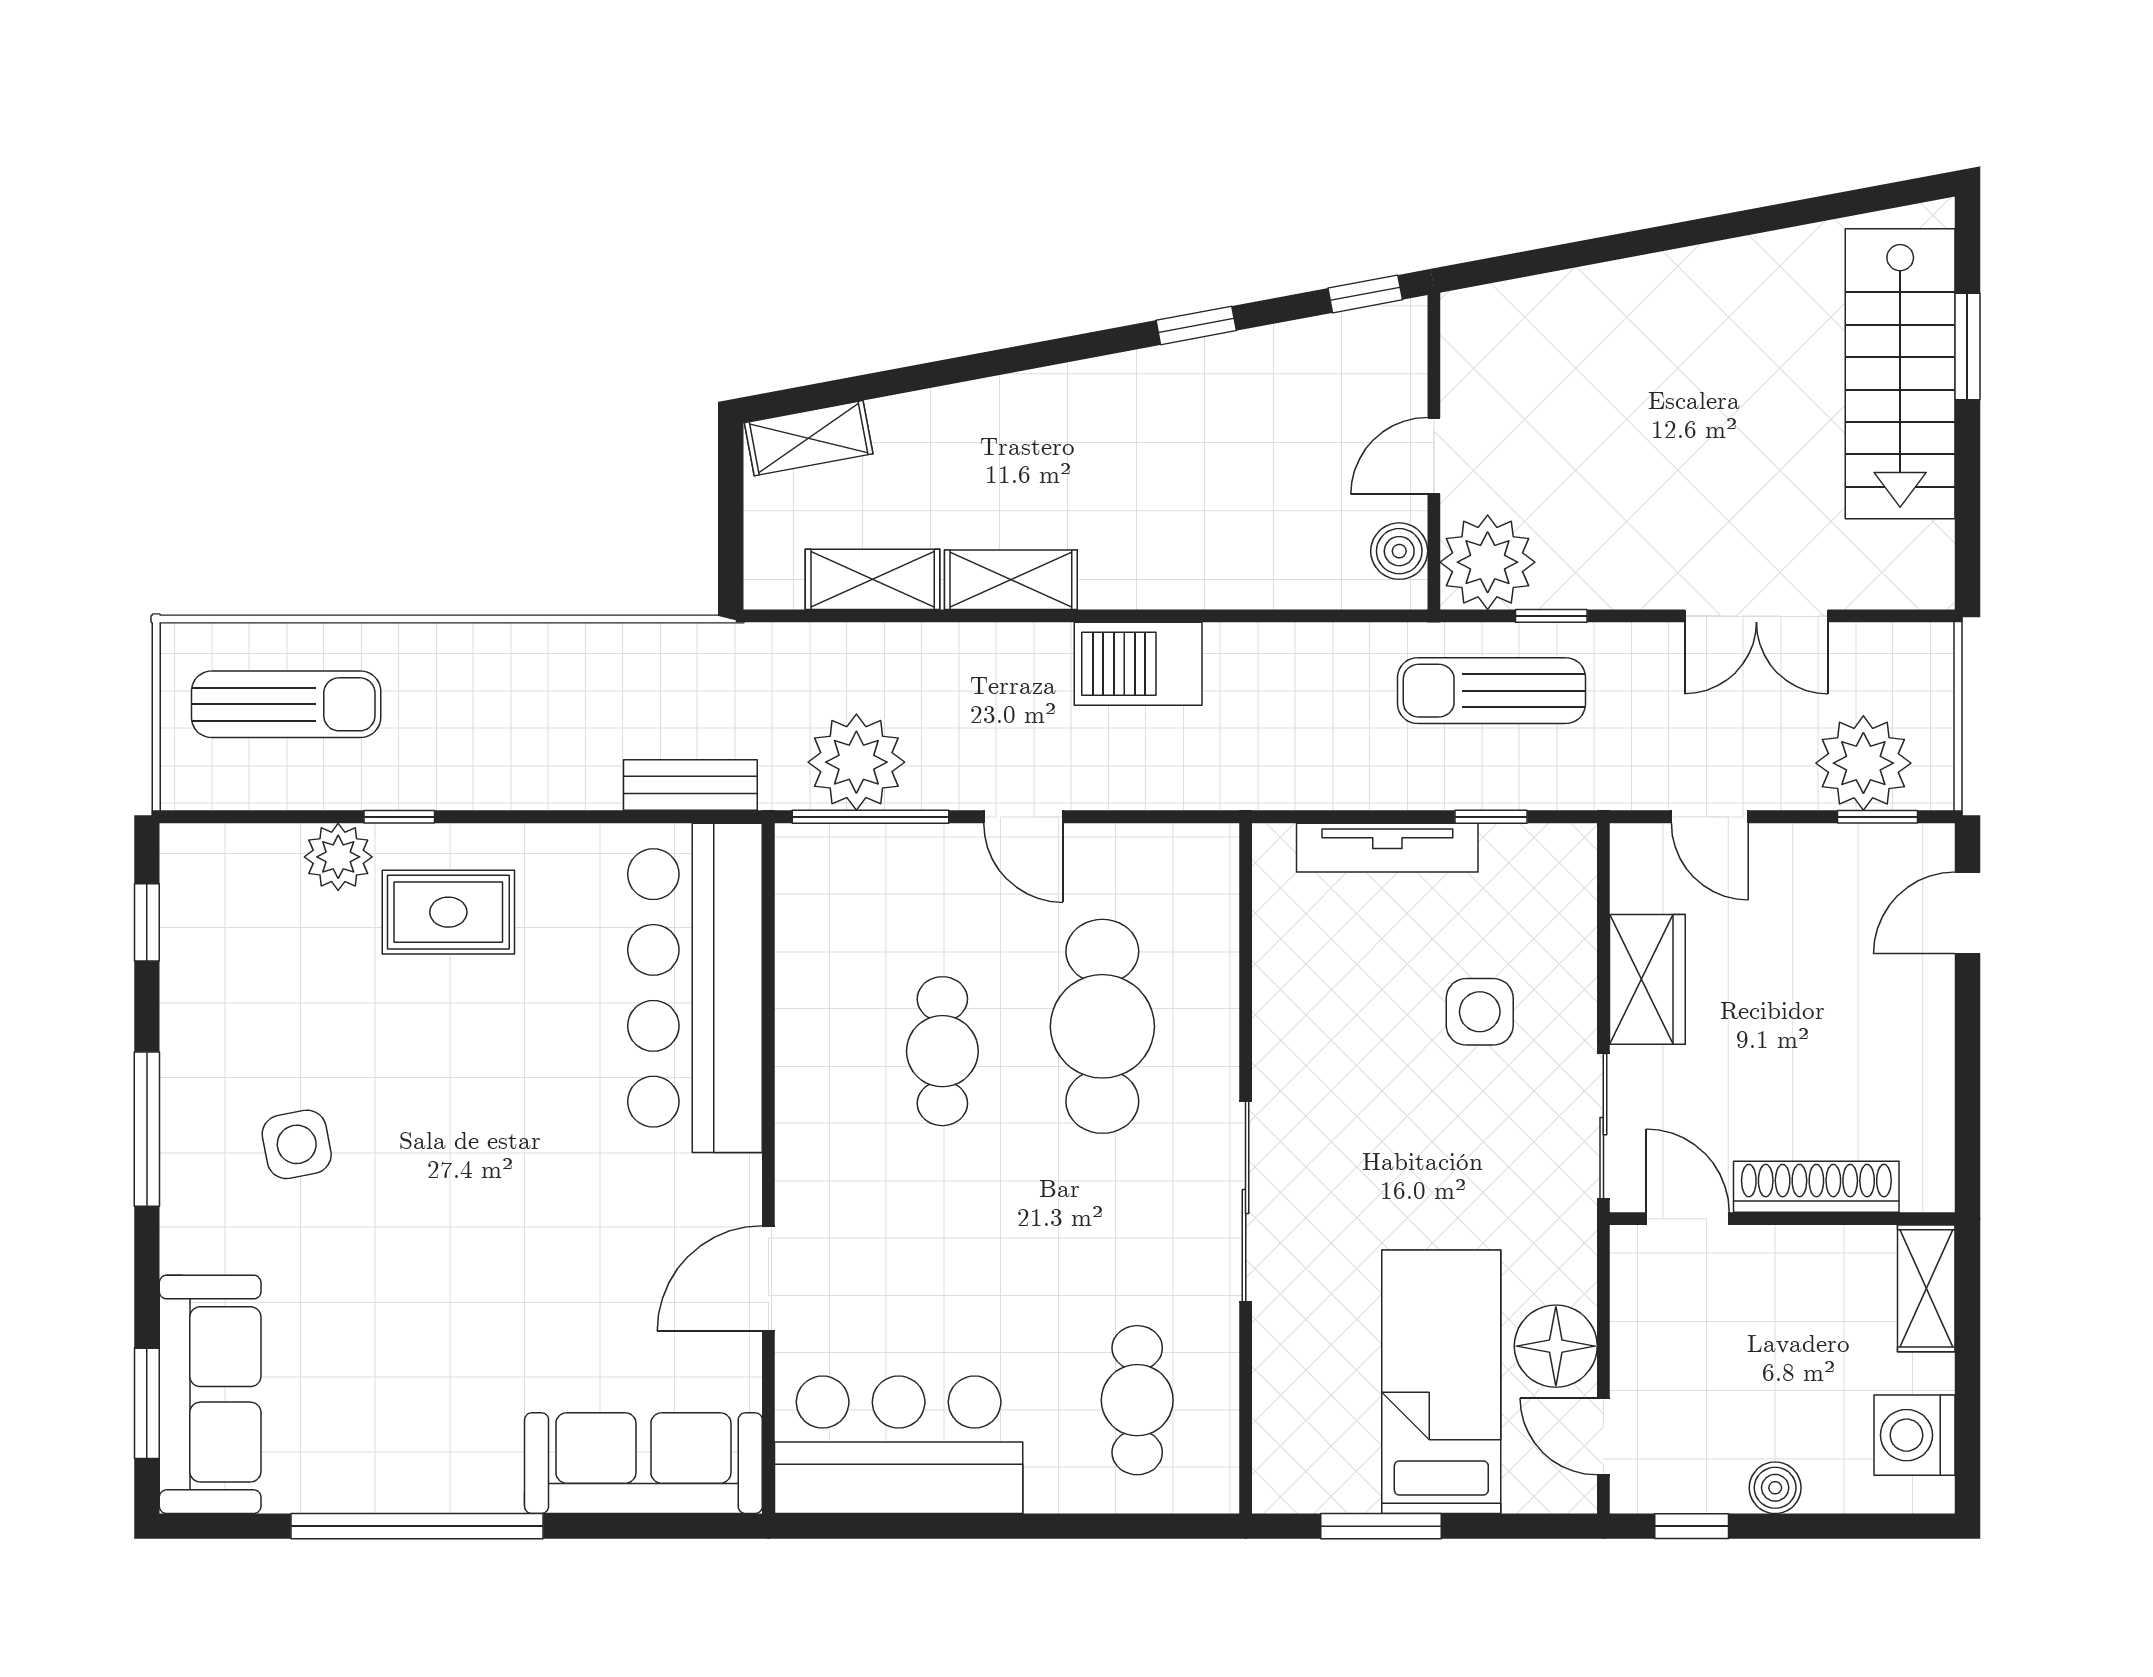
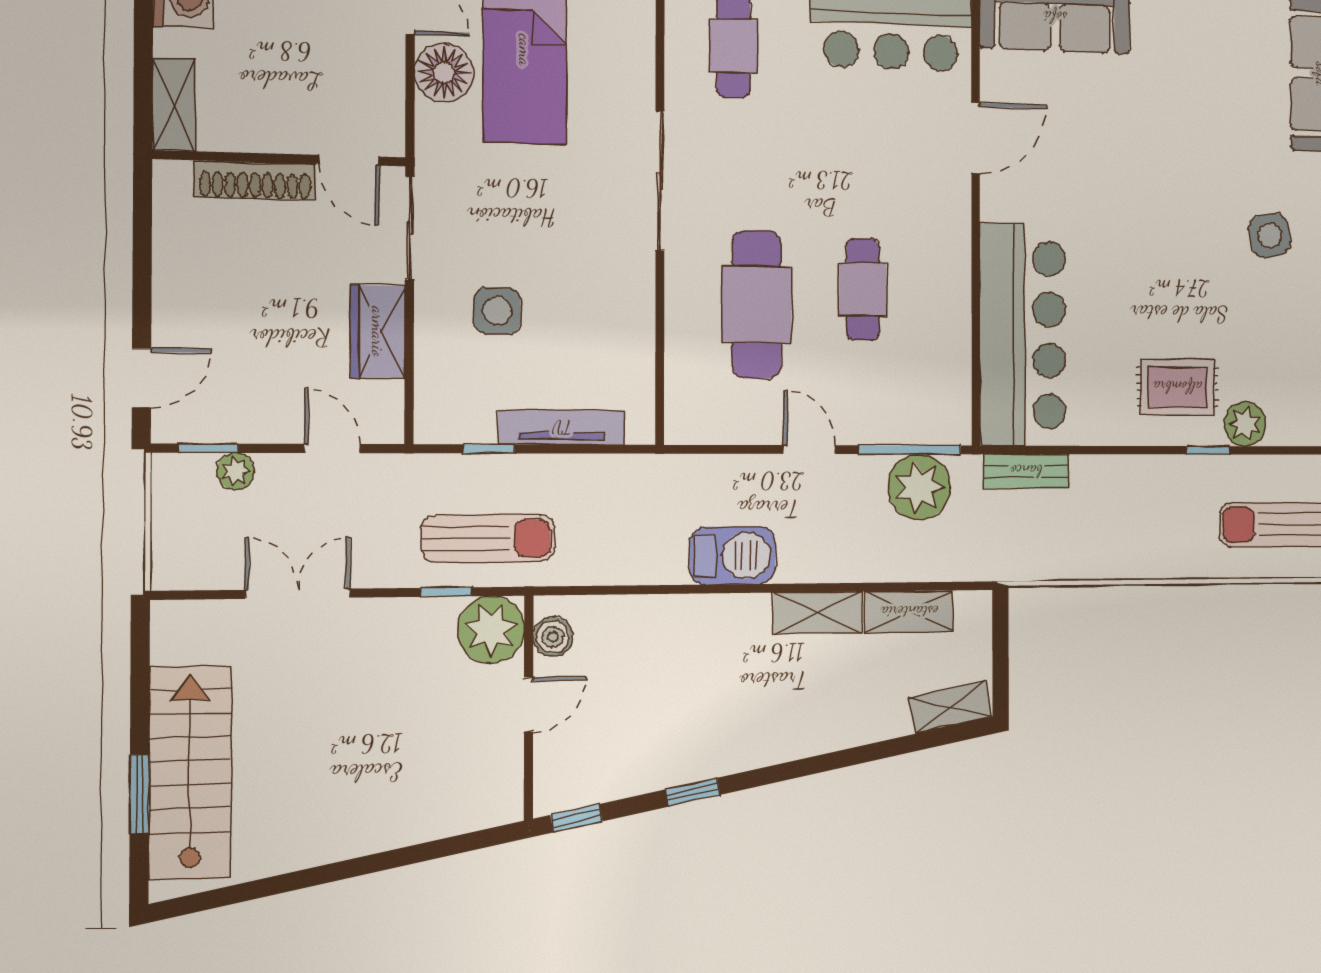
plant: (1863, 763) -> (235, 471), width x0.53, depth x0.53

